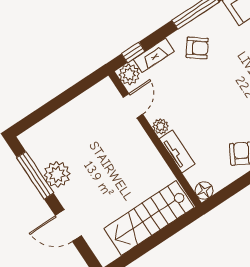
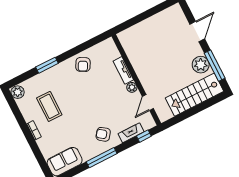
plant: (129, 74) -> (148, 123), removed
floor lamp: (204, 191) -> (109, 44), removed
stairs: (149, 218) -> (194, 95), moved, turned 180
door: (68, 226) -> (197, 32), hinge flipped

